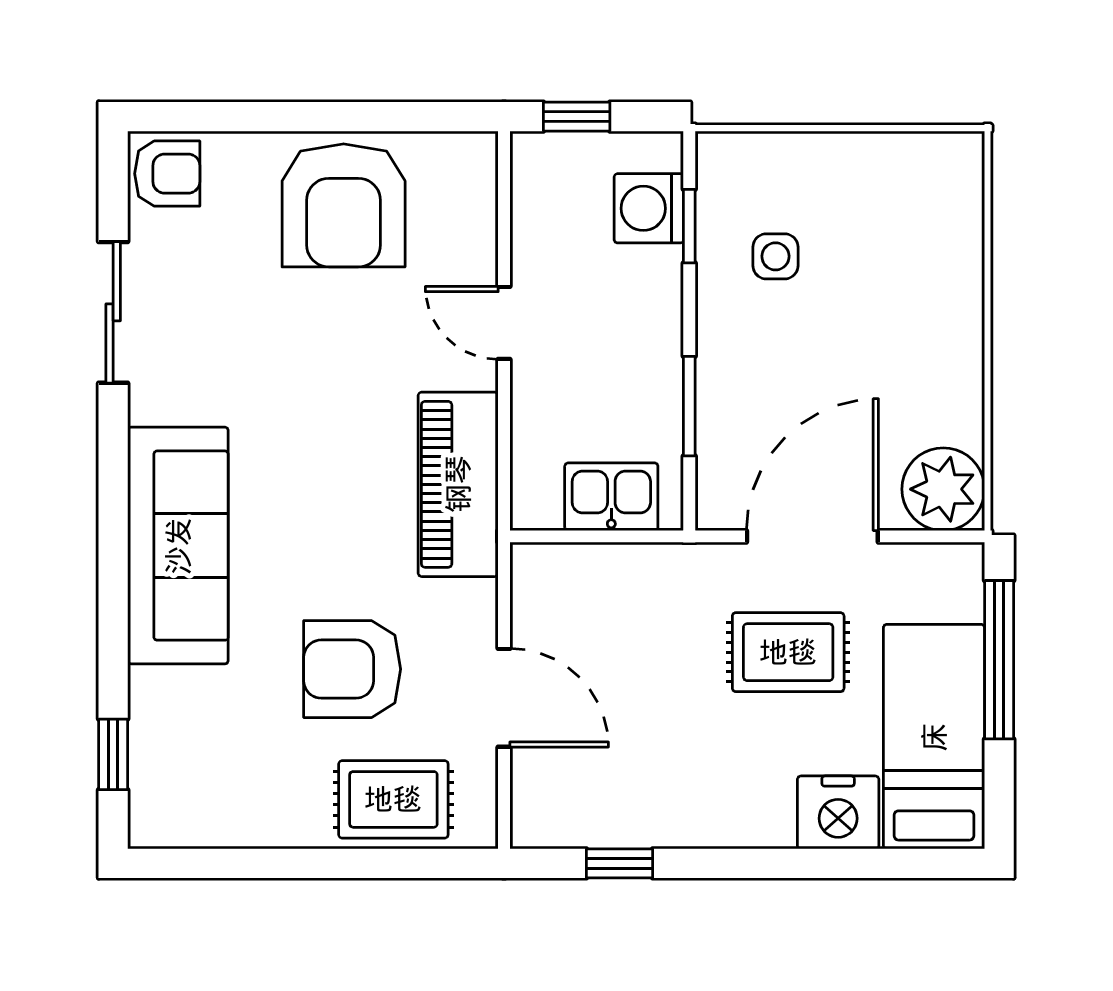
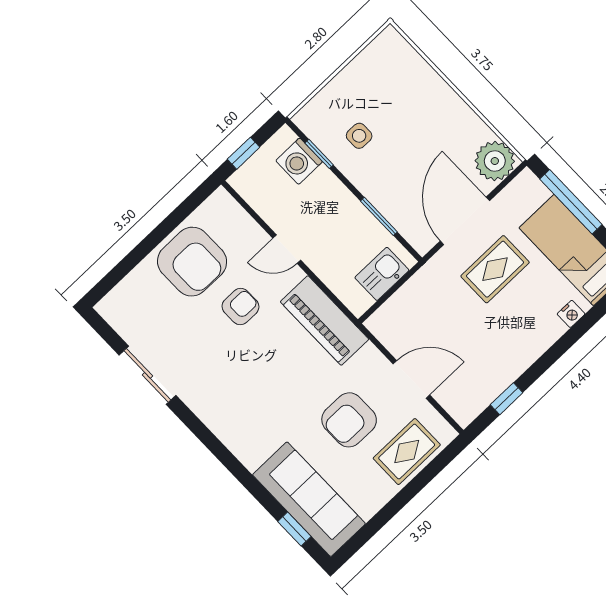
armchair: (167, 174) -> (240, 307), moved
sofa: (178, 546) -> (309, 499), moved
nightstand: (838, 812) -> (571, 314), width x0.53, depth x0.56

